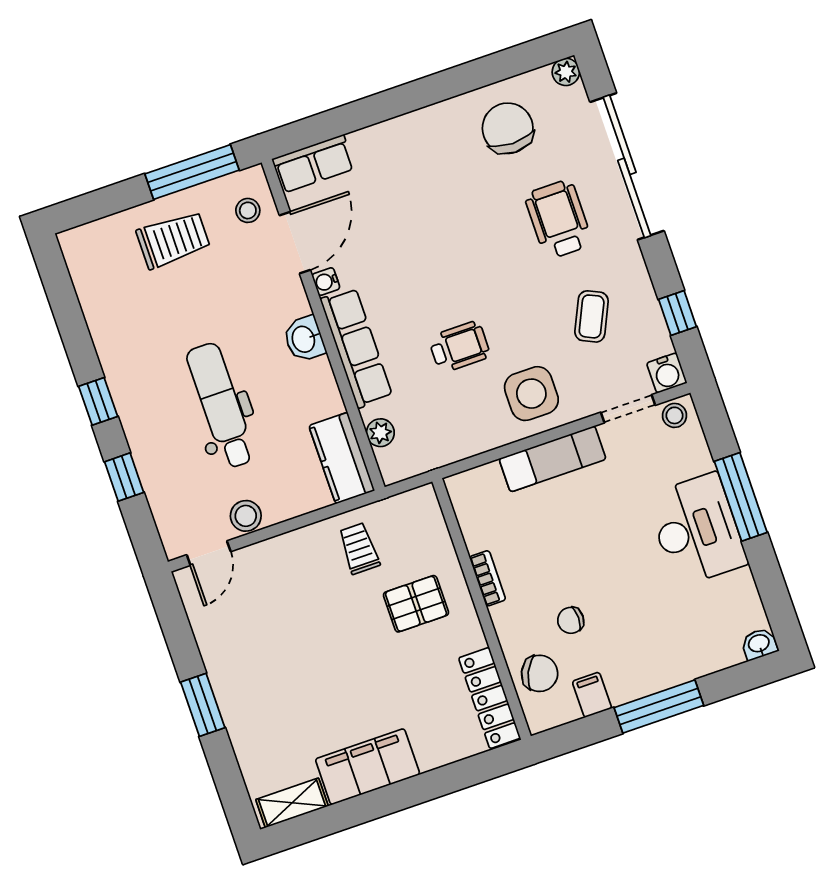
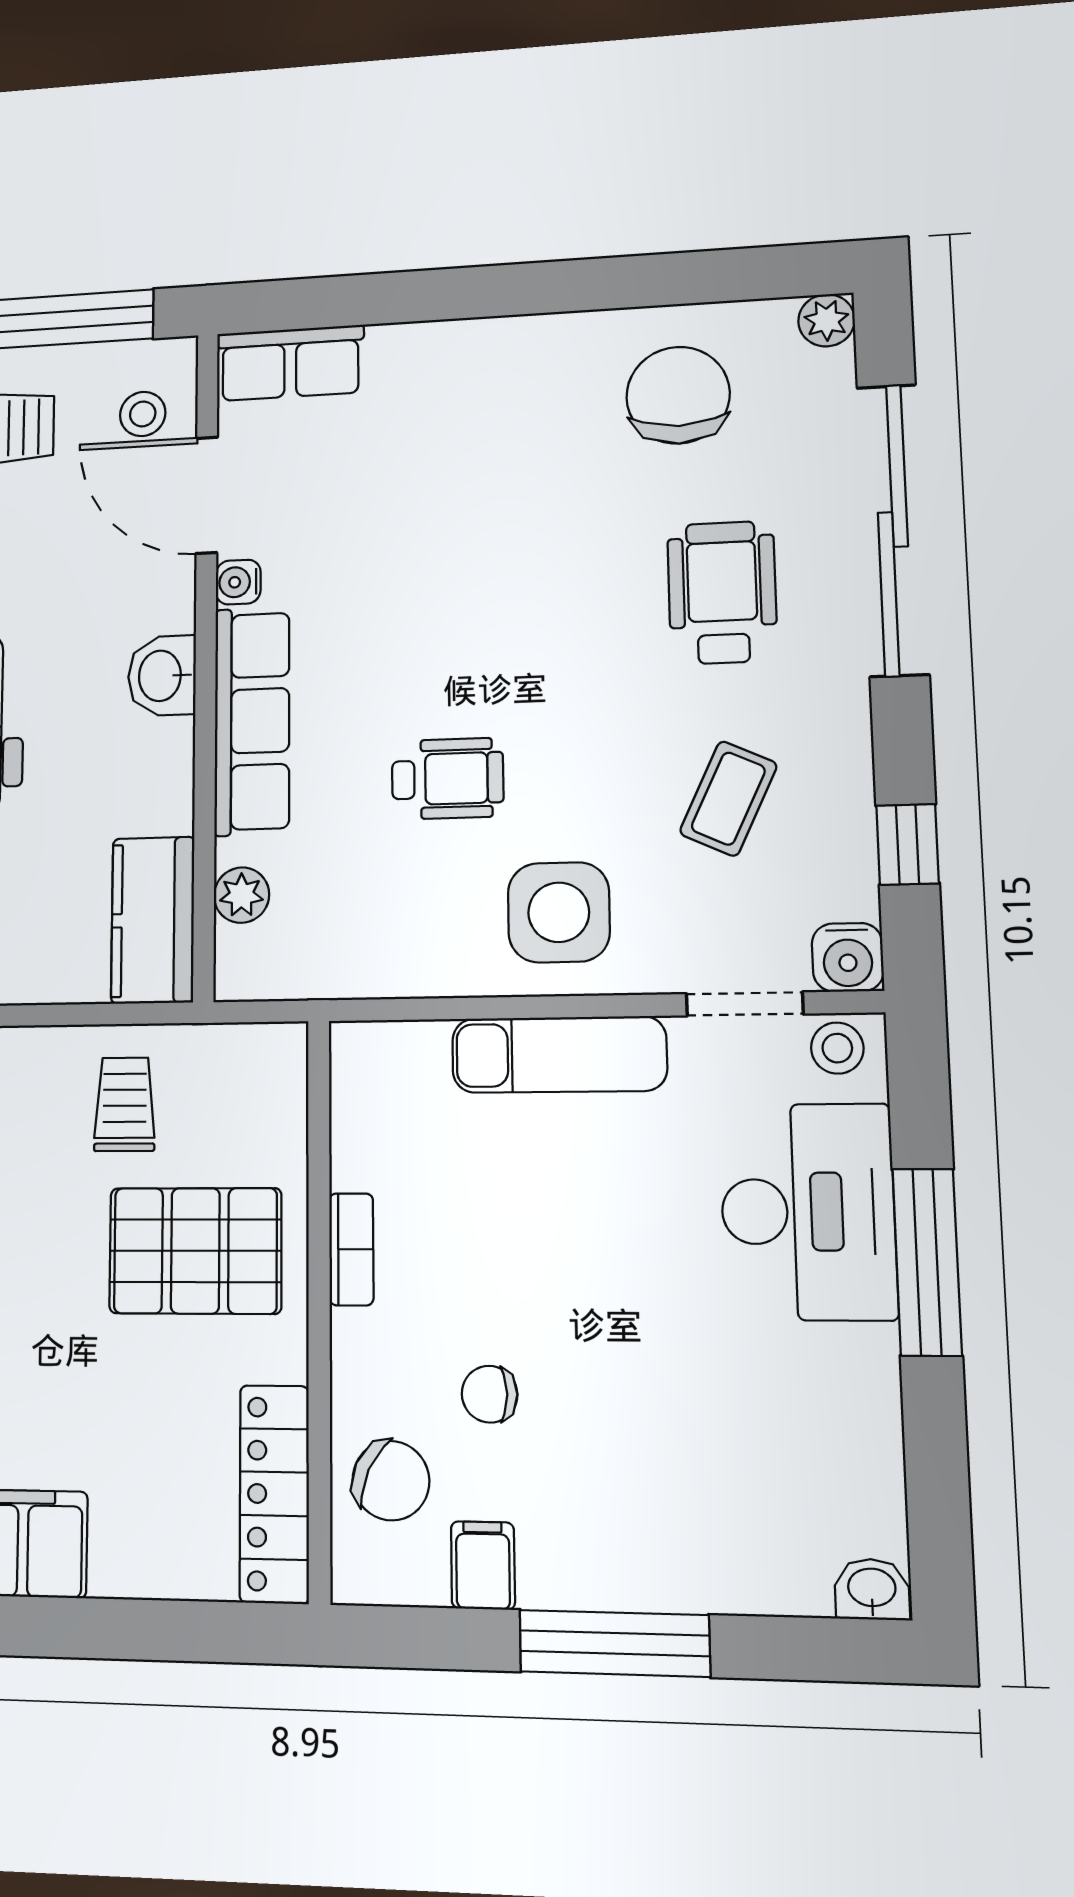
door: (295, 243) -> (207, 495), swing flipped
desk: (697, 530) -> (808, 1212), moved
pallet: (416, 604) -> (195, 1251), width x1.50, depth x1.42

